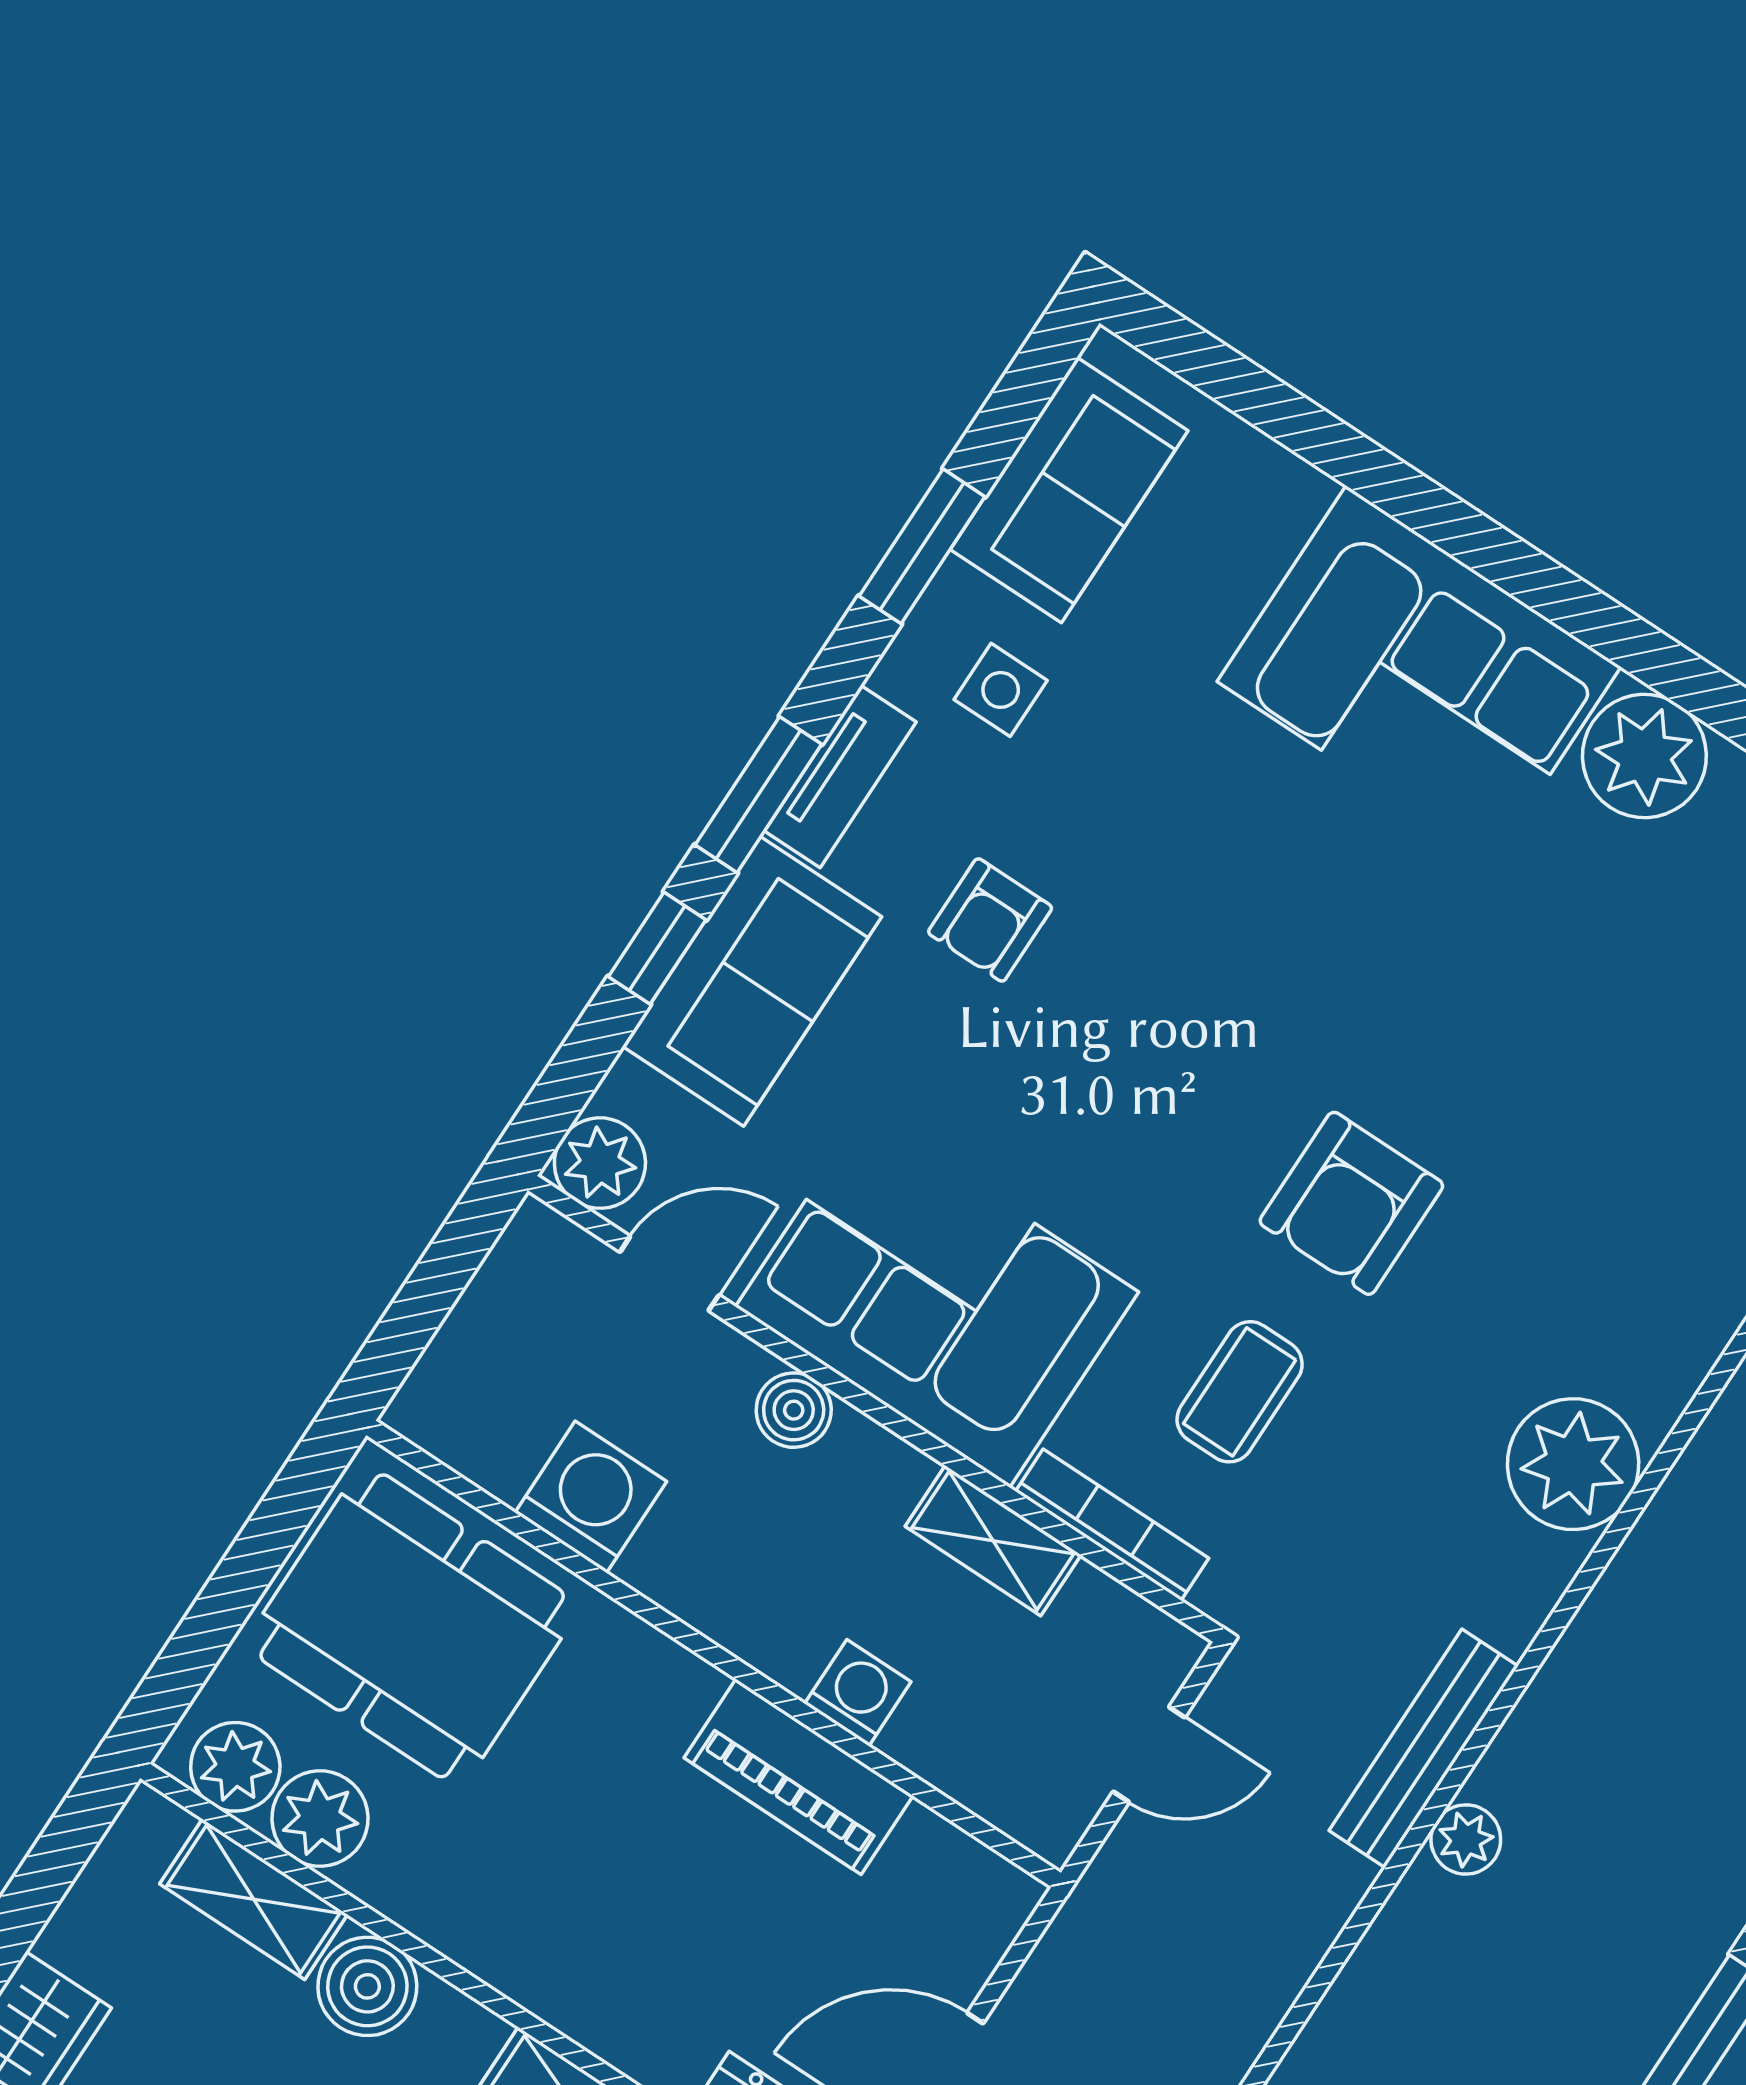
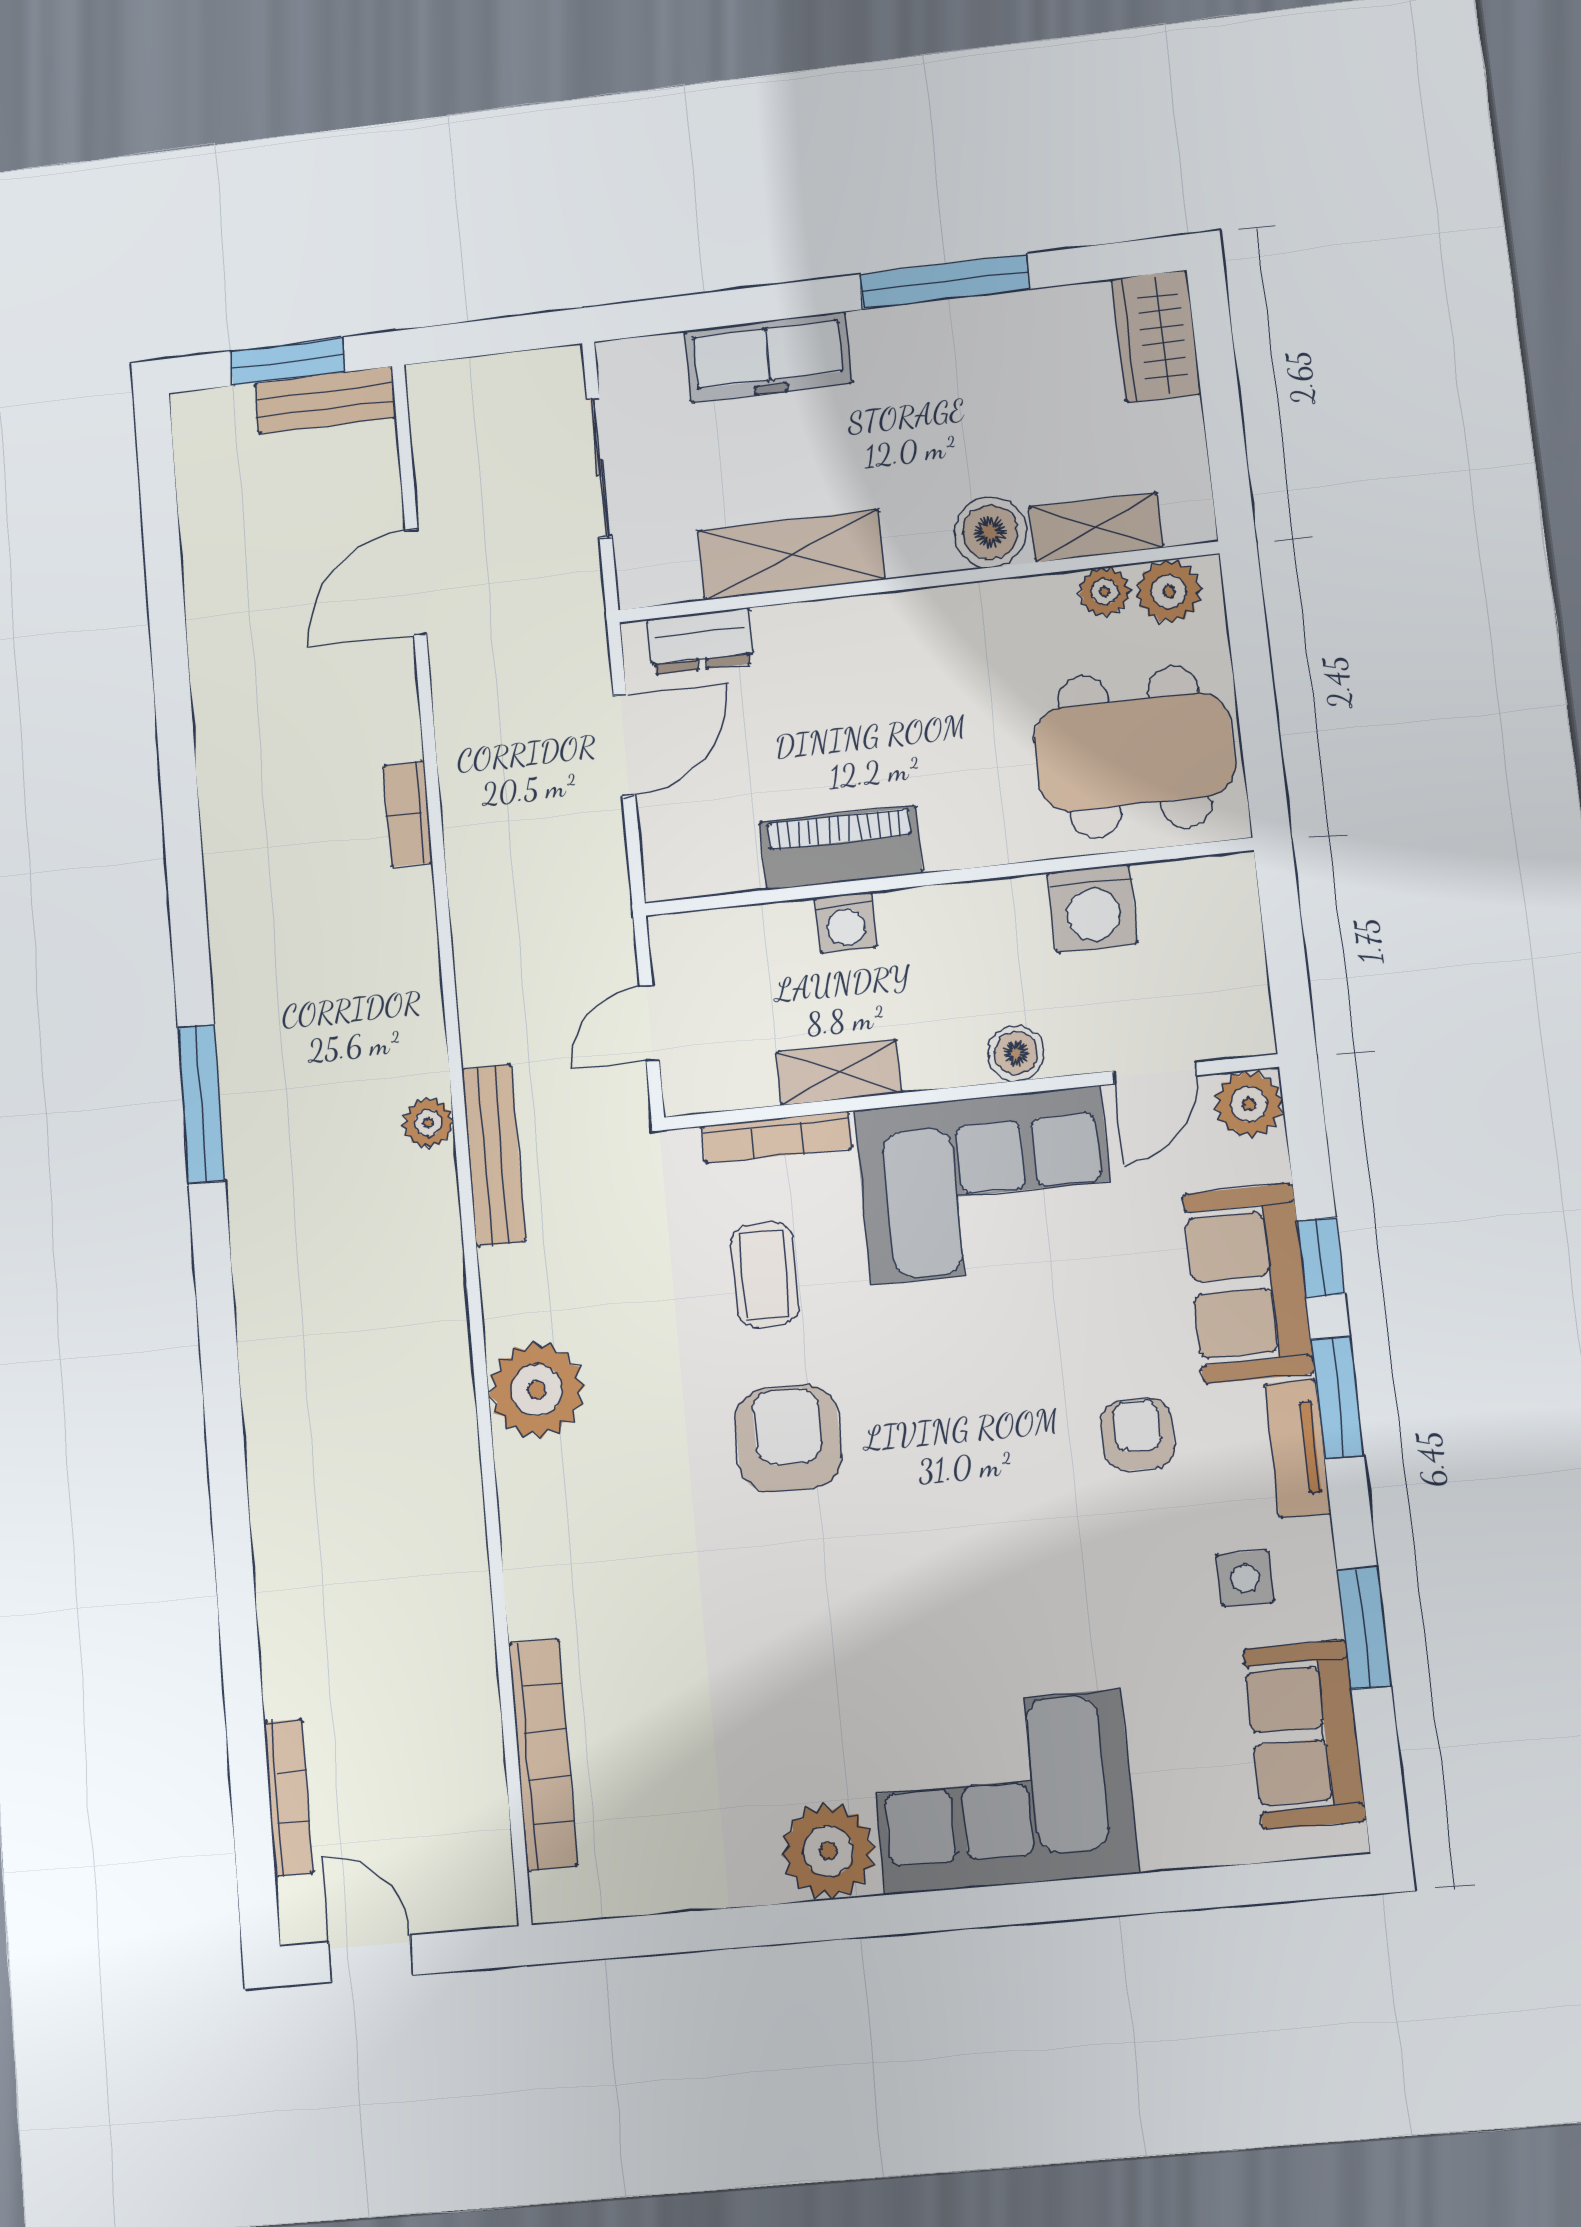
plant: (320, 1819) -> (1105, 592), width x0.73, depth x0.73

